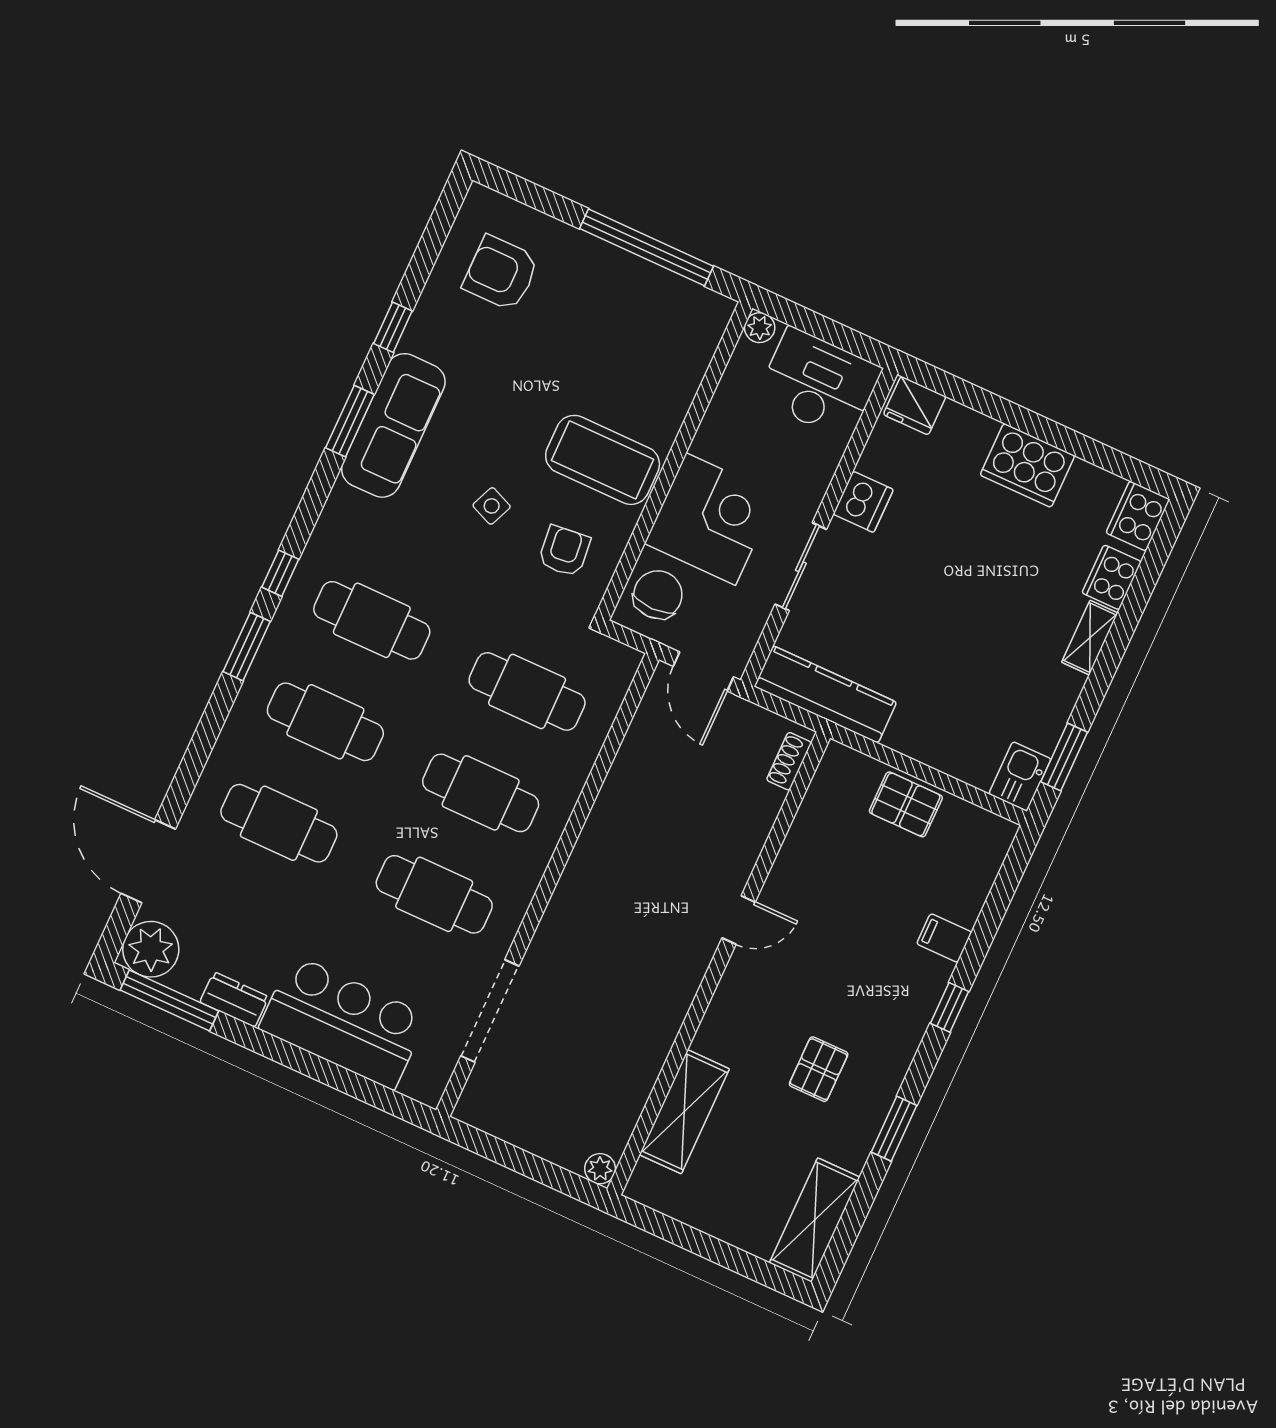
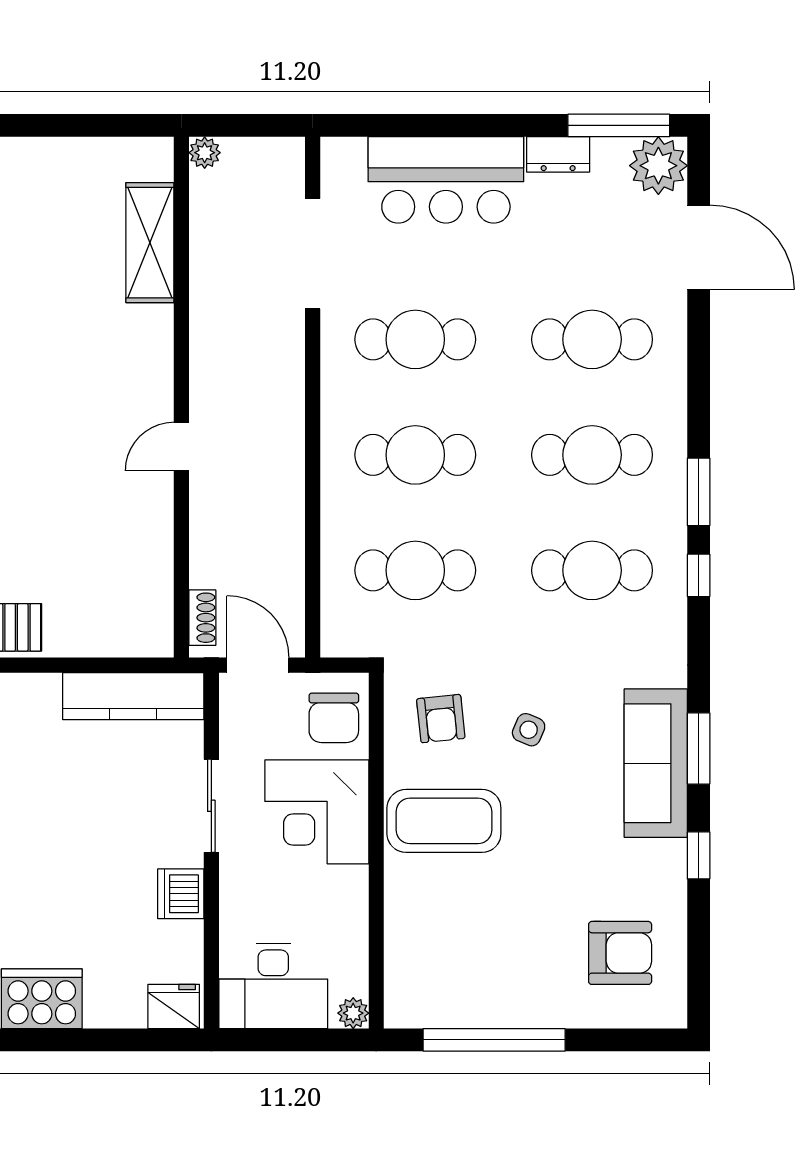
shoe rack: (789, 761) -> (202, 618), moved
door: (739, 920) -> (181, 447), moved
wall: (719, 963) -> (181, 397), moved
shelving: (684, 1112) -> (150, 243), moved
plant: (600, 1169) -> (205, 153), moved

